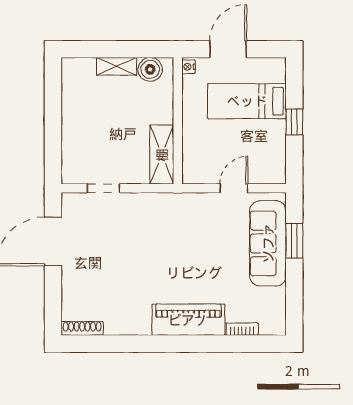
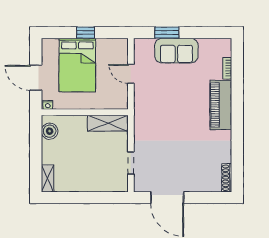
shelving: (117, 66) -> (48, 178), moved
bed: (247, 101) -> (77, 65), width x1.50
sofa: (268, 243) -> (176, 51), width x0.73

